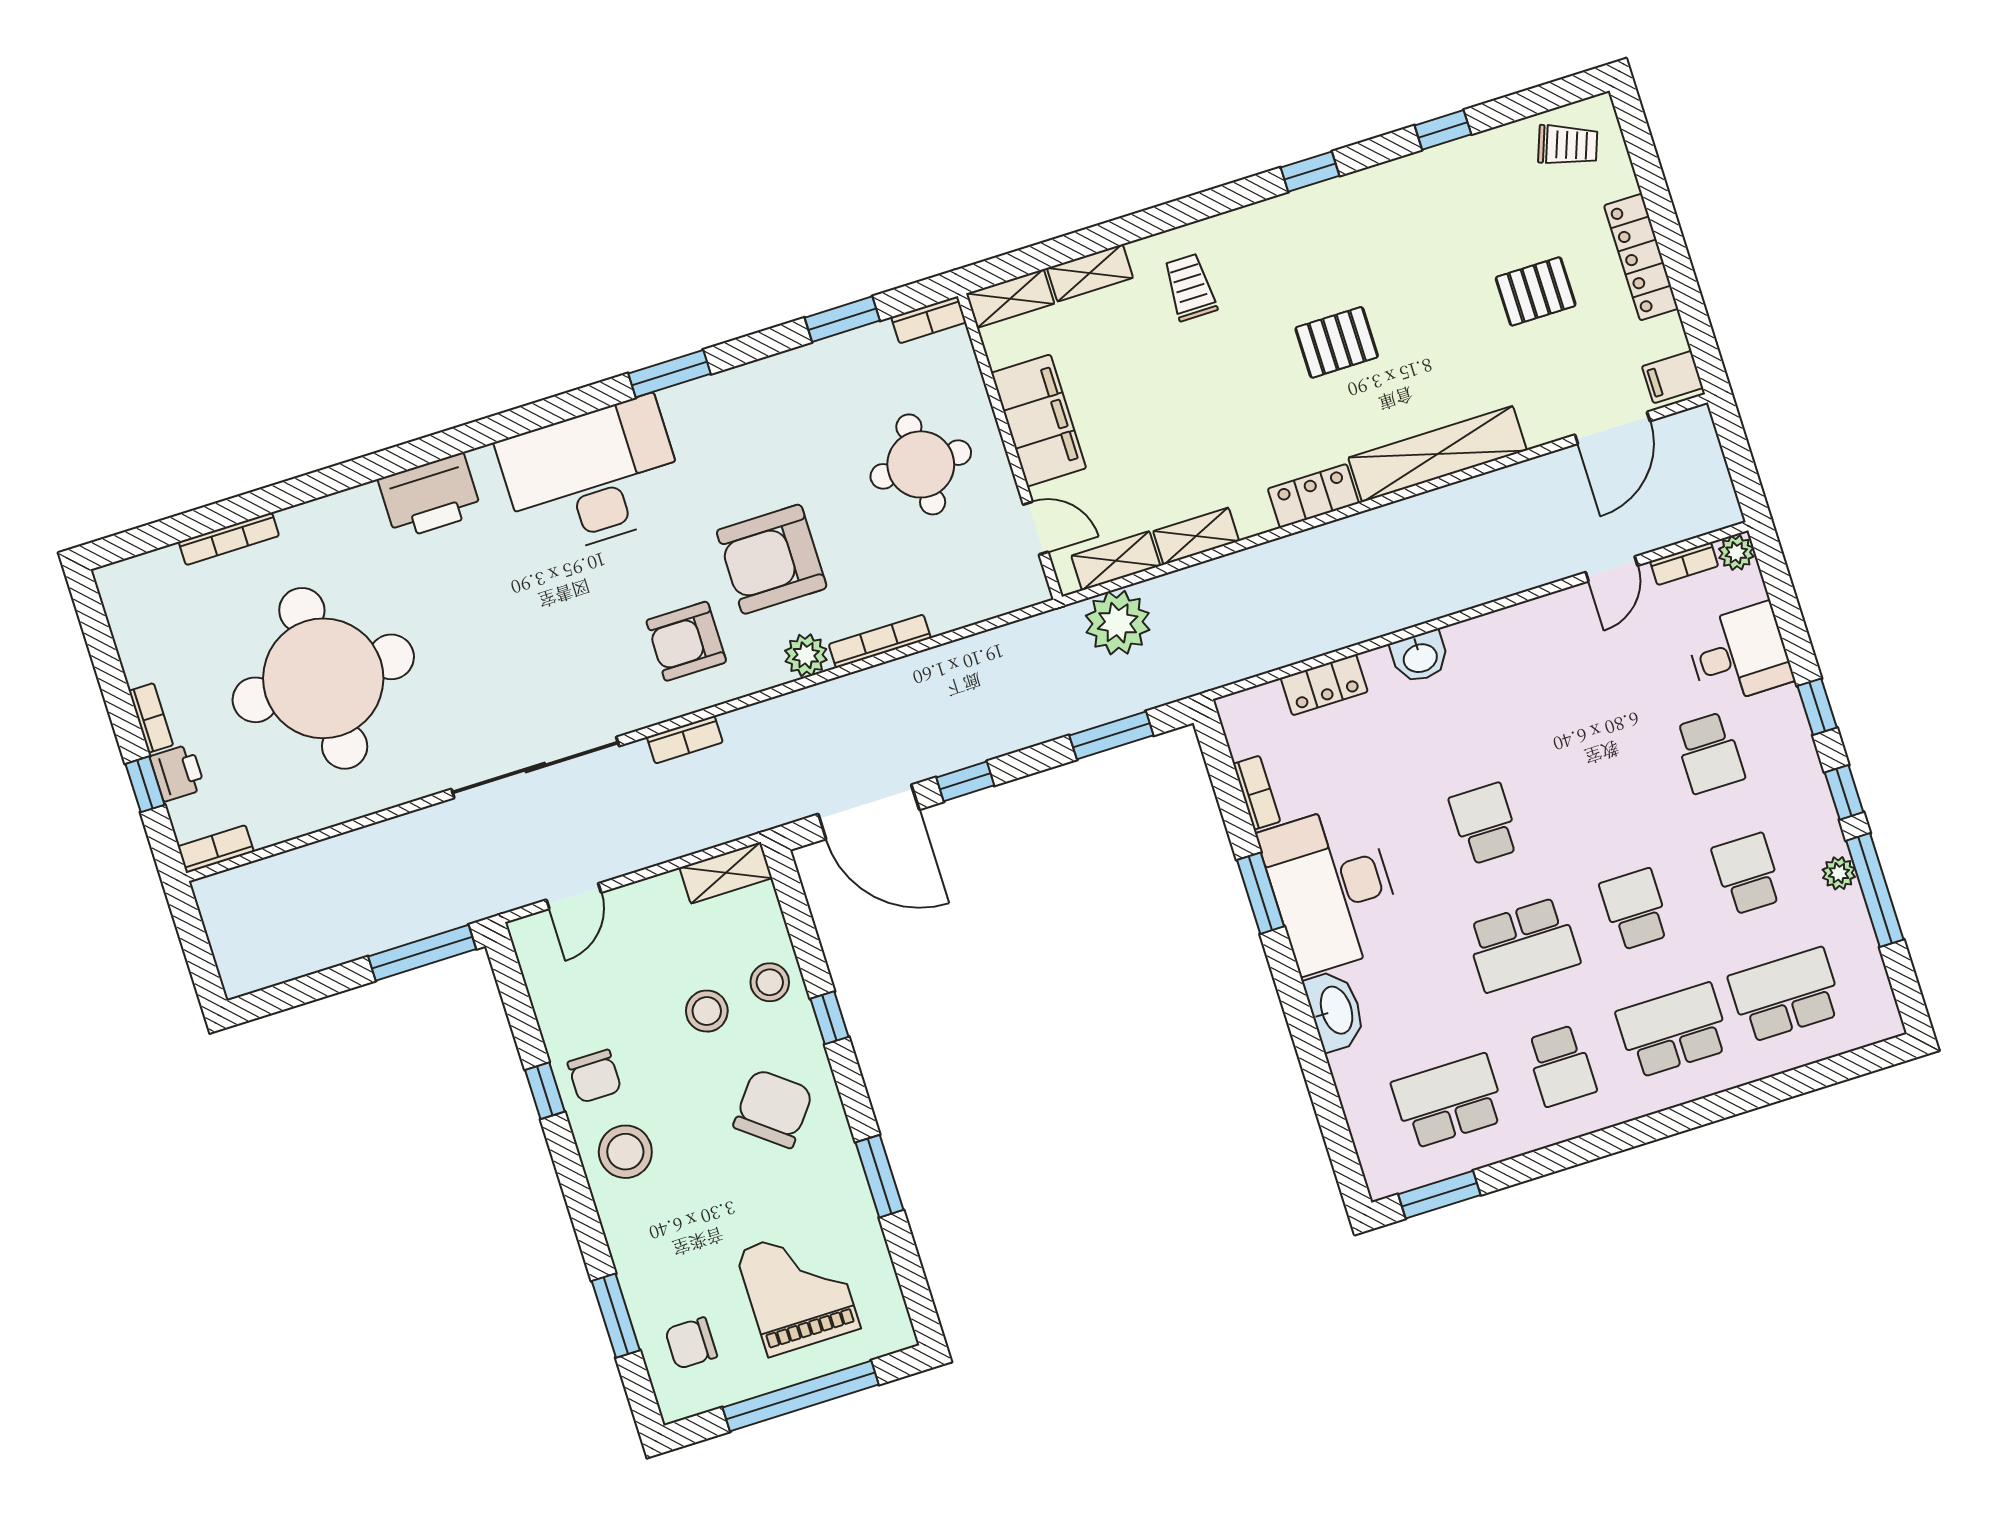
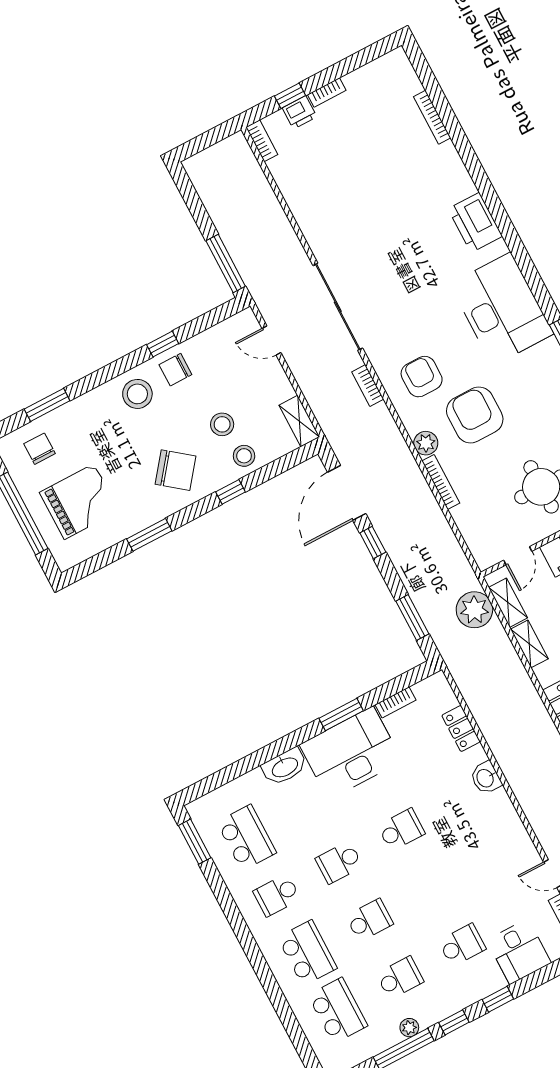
round table: (323, 678) -> (365, 182), removed
school desk: (1709, 753) -> (462, 945), turned 180
school desk: (1523, 945) -> (339, 862), width x0.54

